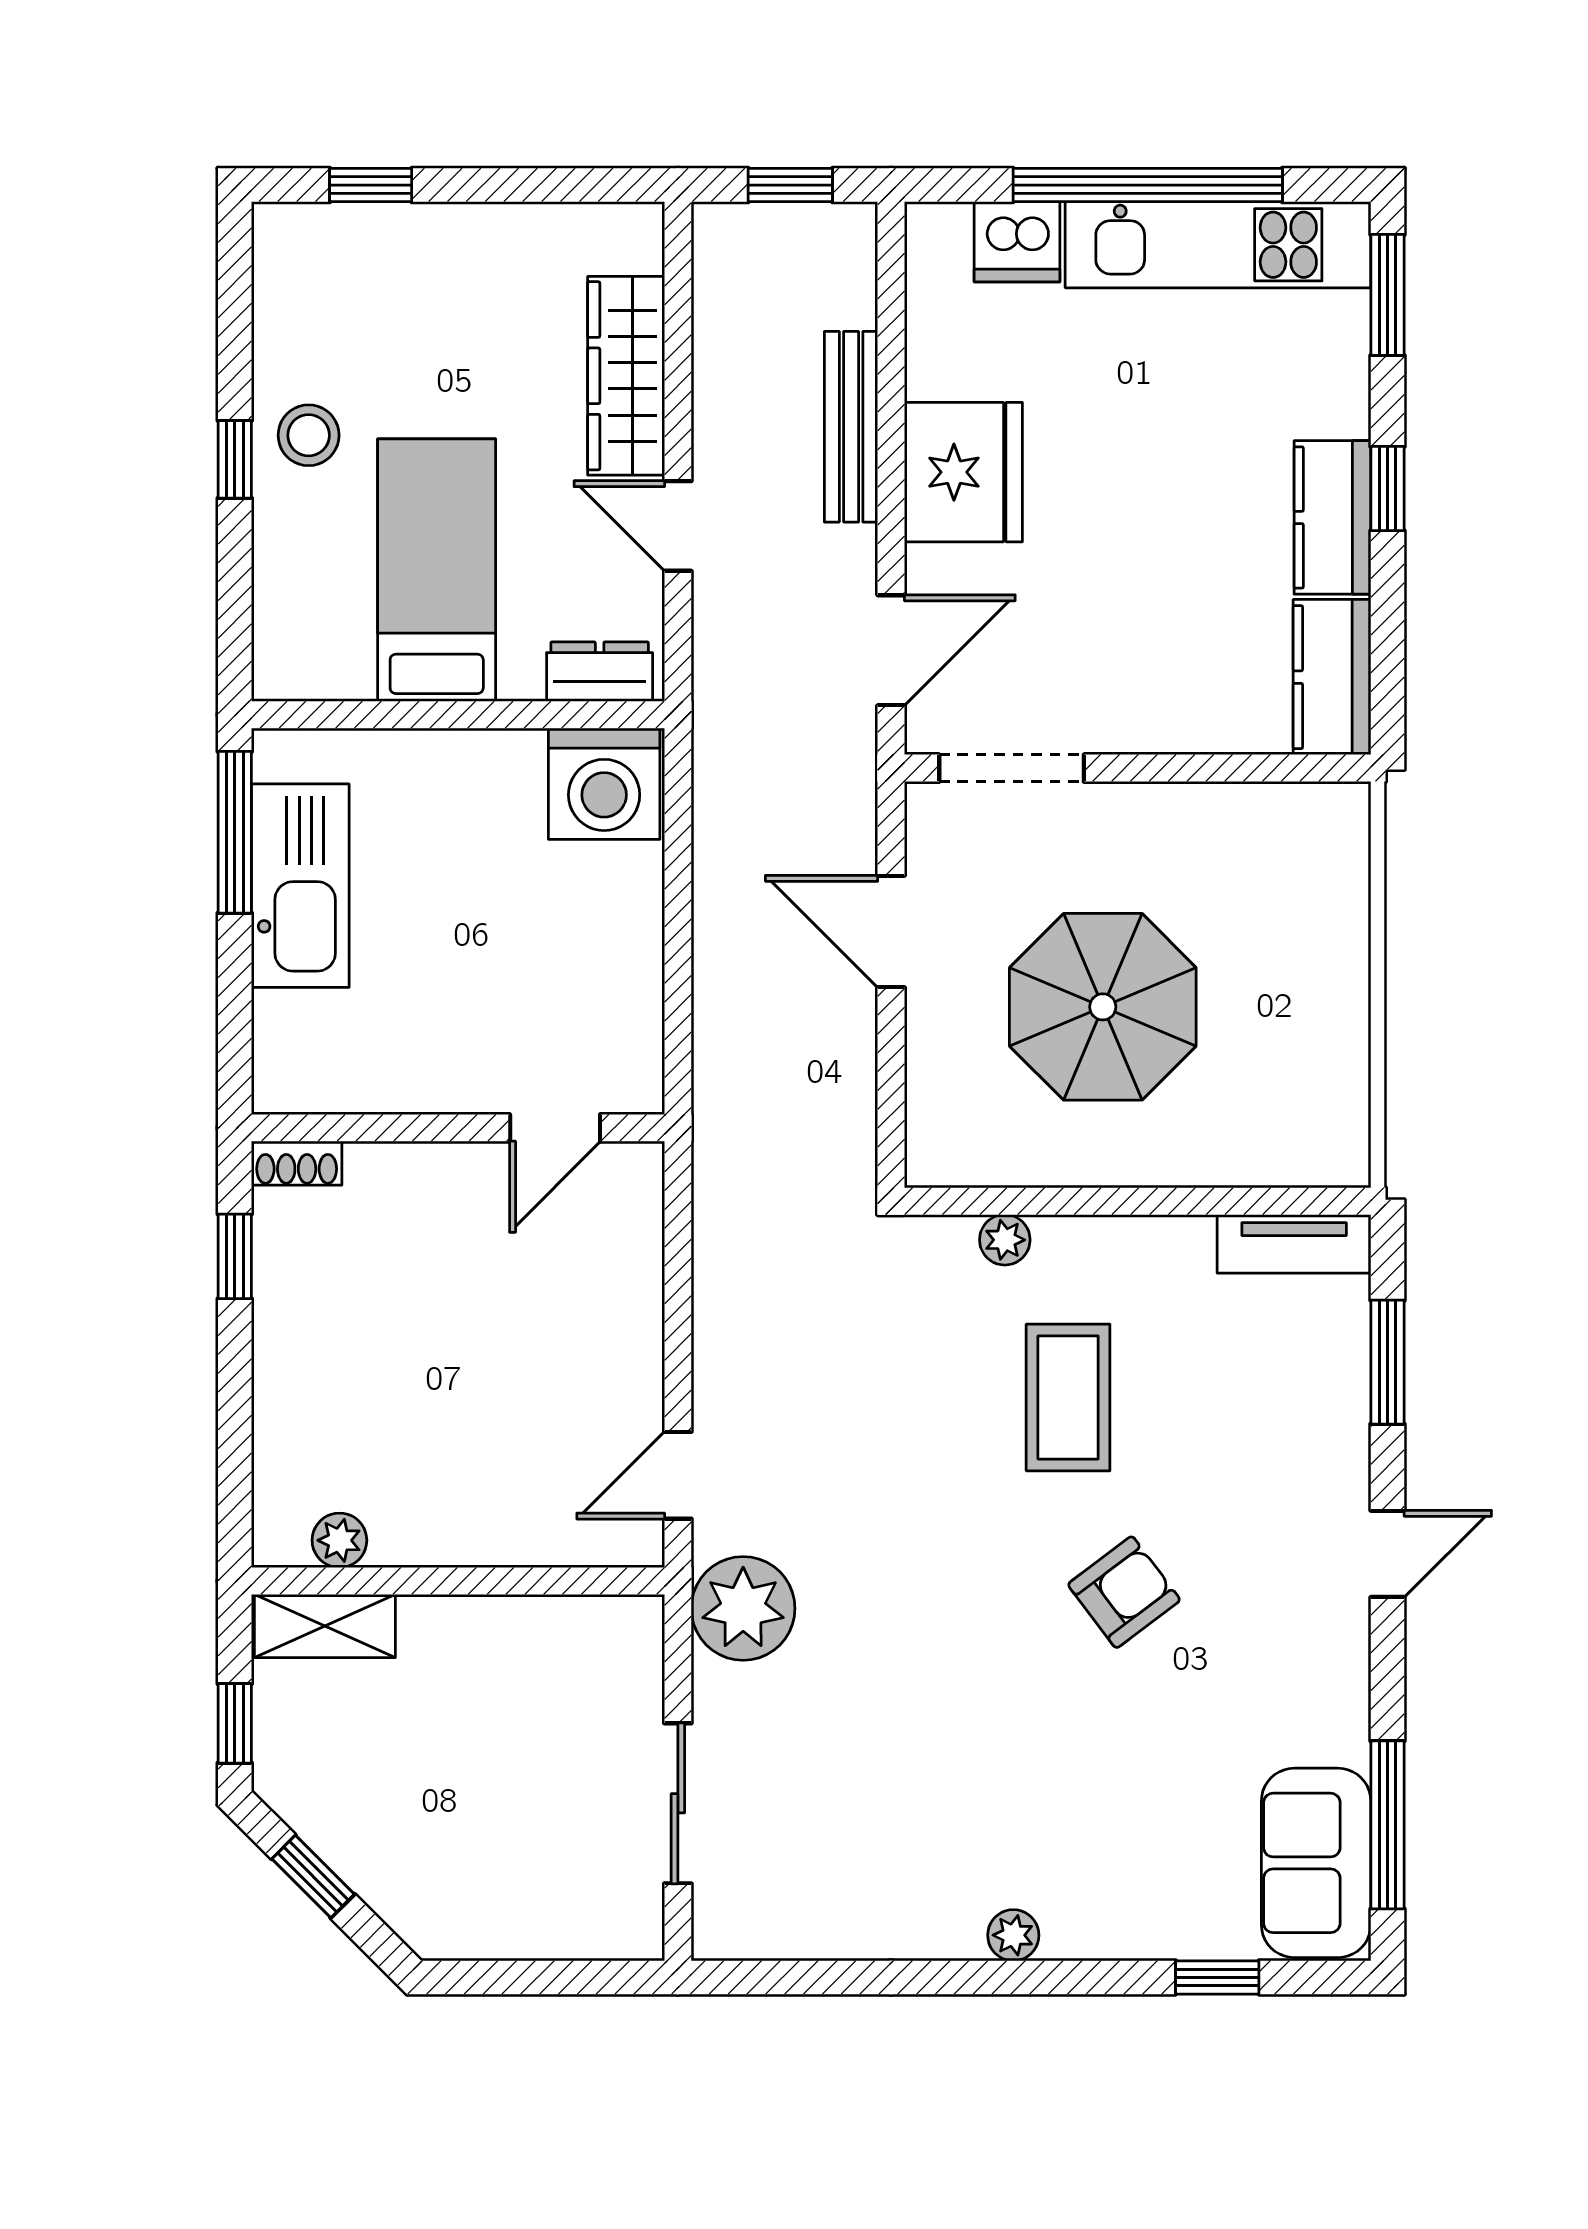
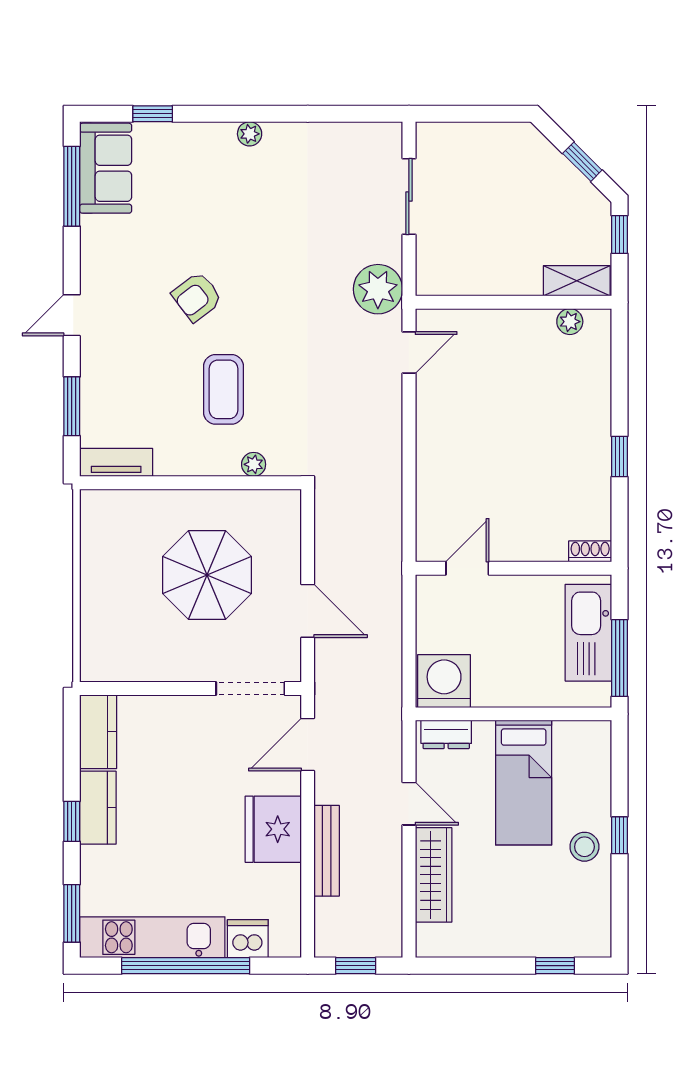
wall: (458, 1128) -> (513, 568), moved
door: (555, 1128) -> (467, 568), moved
shoe rack: (297, 1163) -> (590, 551), moved

